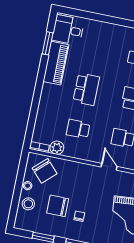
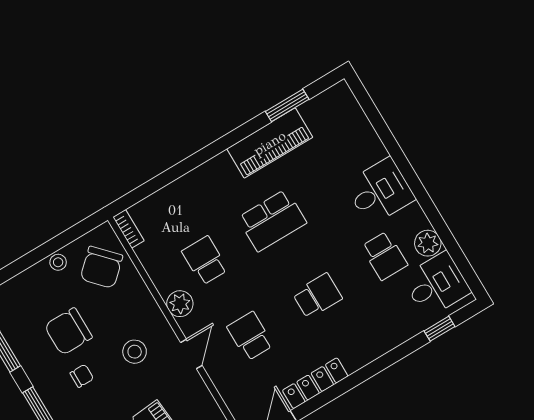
desk: (68, 30) -> (380, 191), moved, turned 90
plant: (57, 148) -> (180, 304), moved
stool: (28, 204) -> (135, 352), moved
chair: (58, 206) -> (68, 331), turned -90

